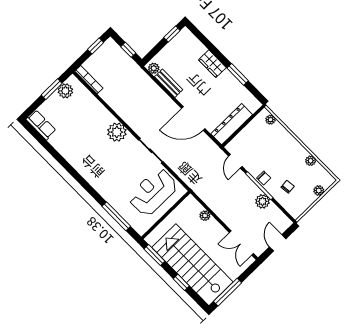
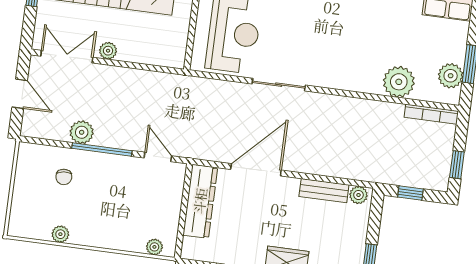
plant: (117, 132) -> (399, 82), moved
chair: (264, 178) -> (104, 164), removed
plant: (319, 191) -> (19, 204), removed
plant: (205, 216) -> (108, 51), moved

